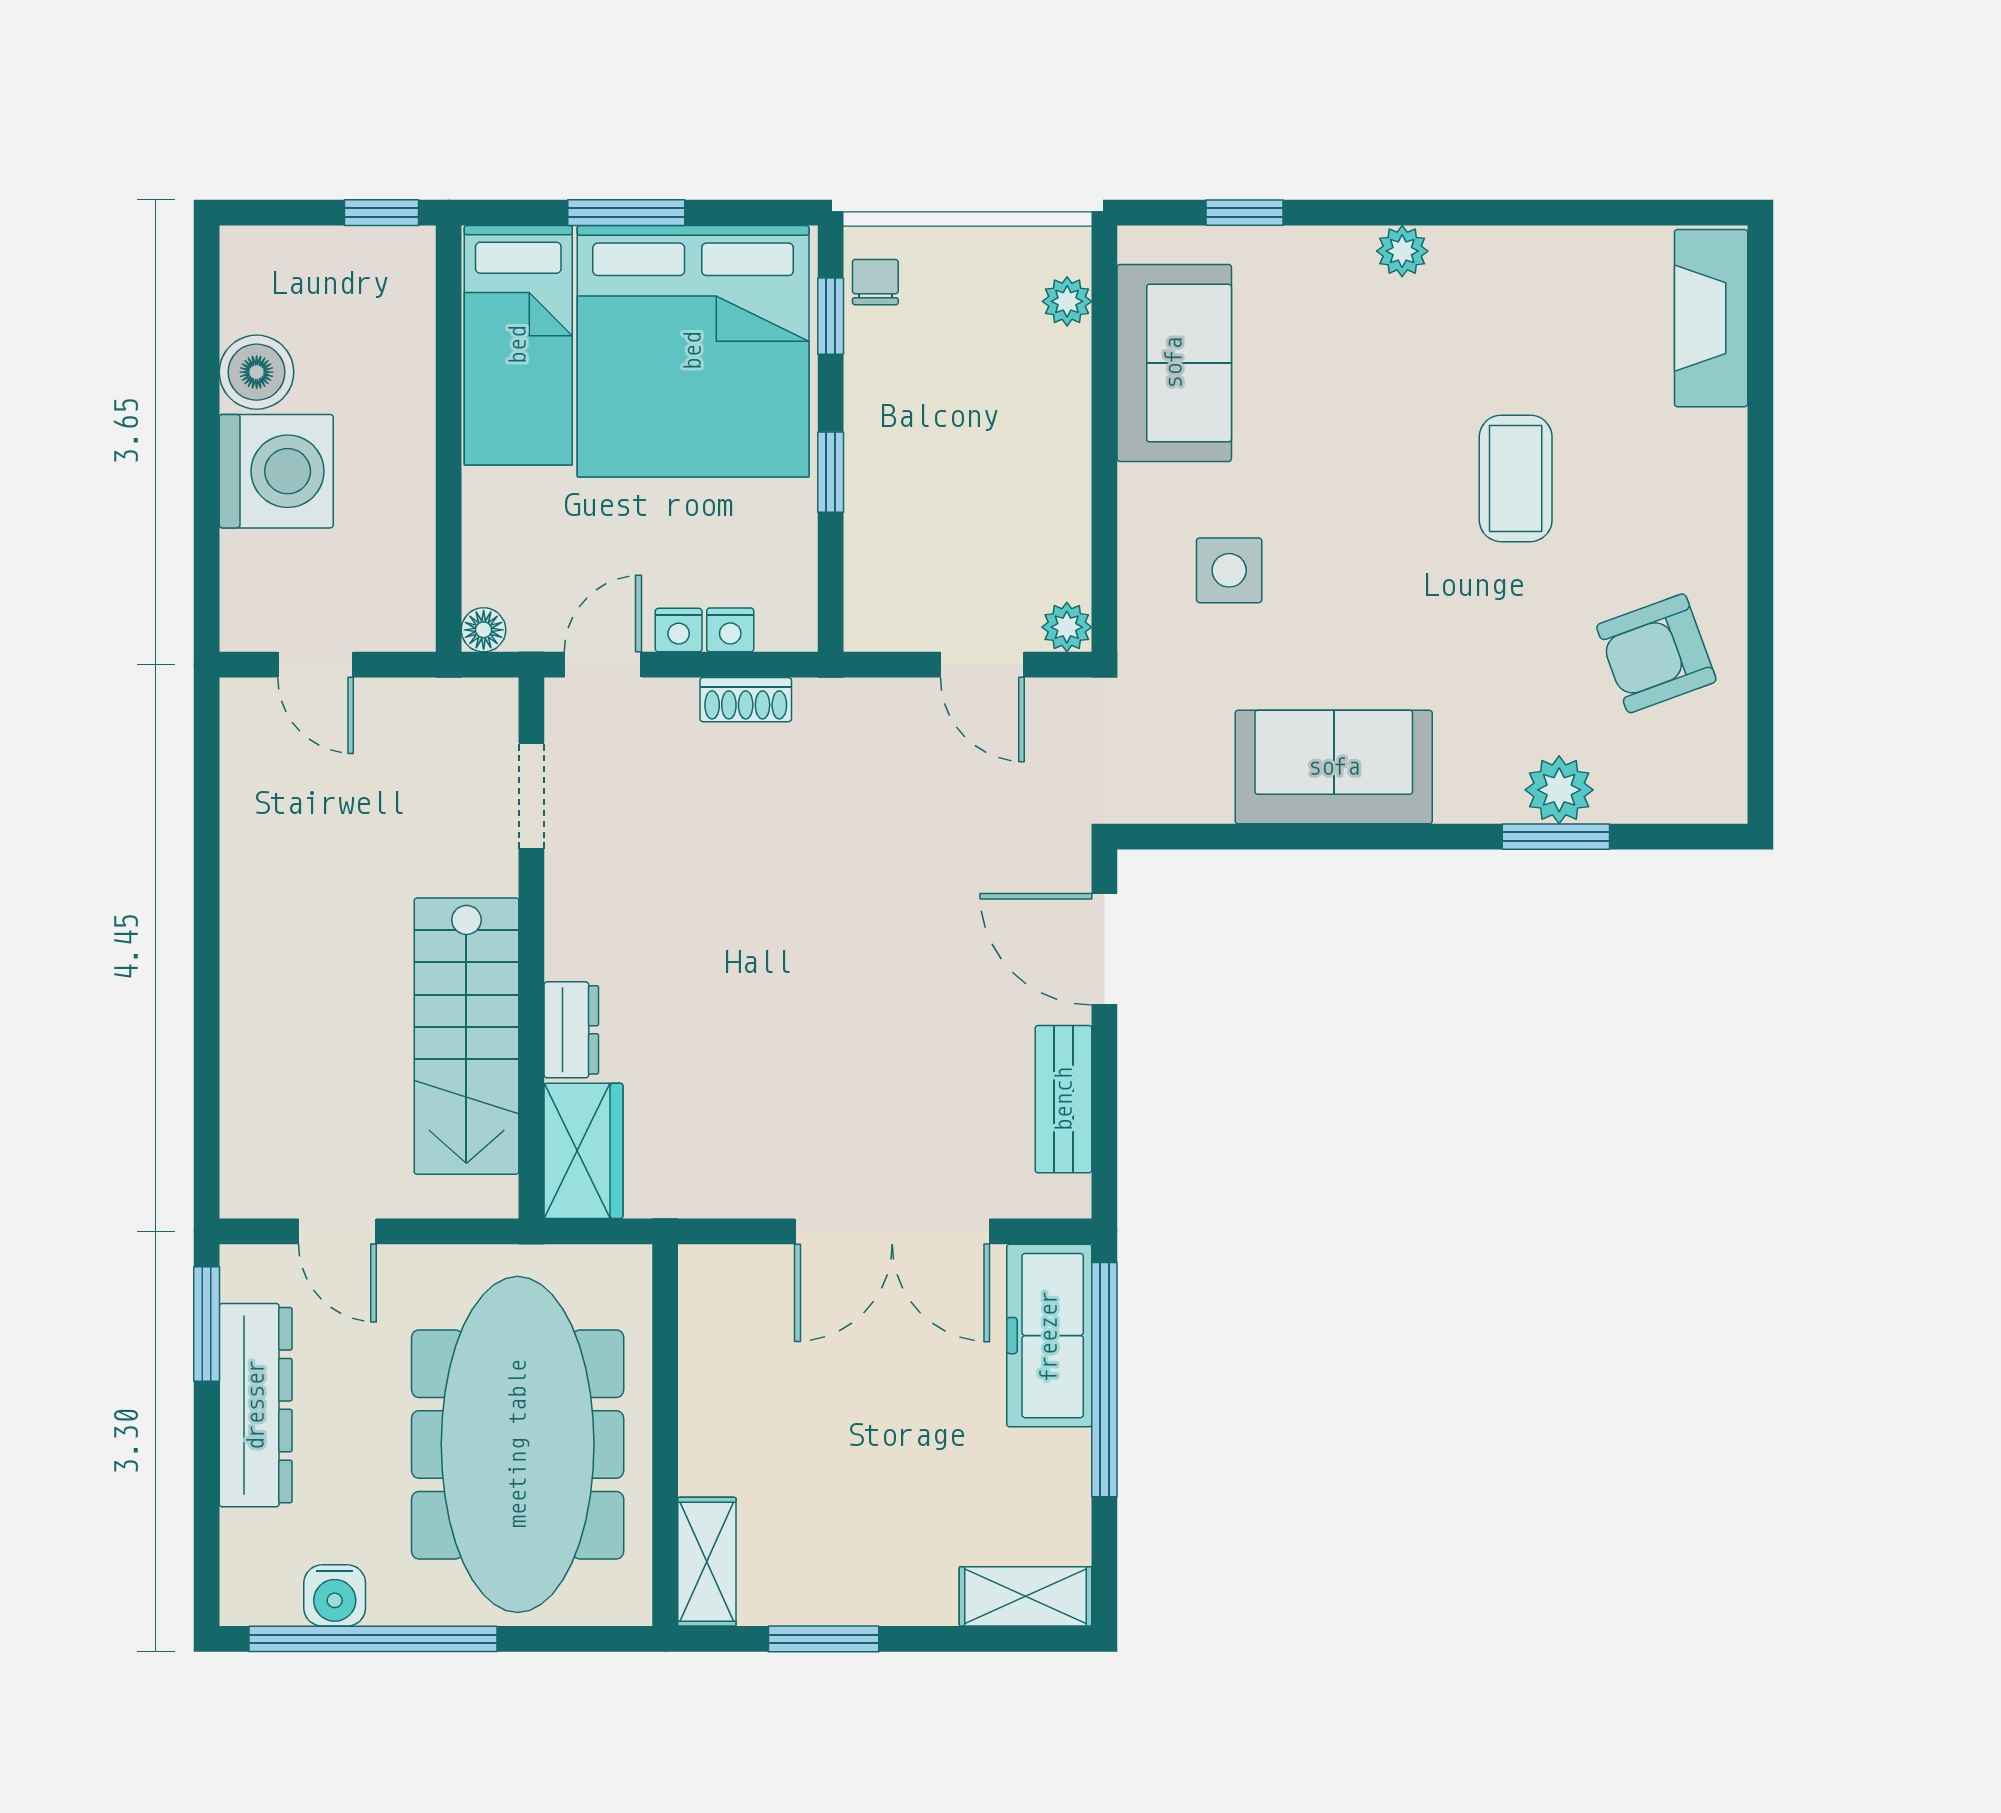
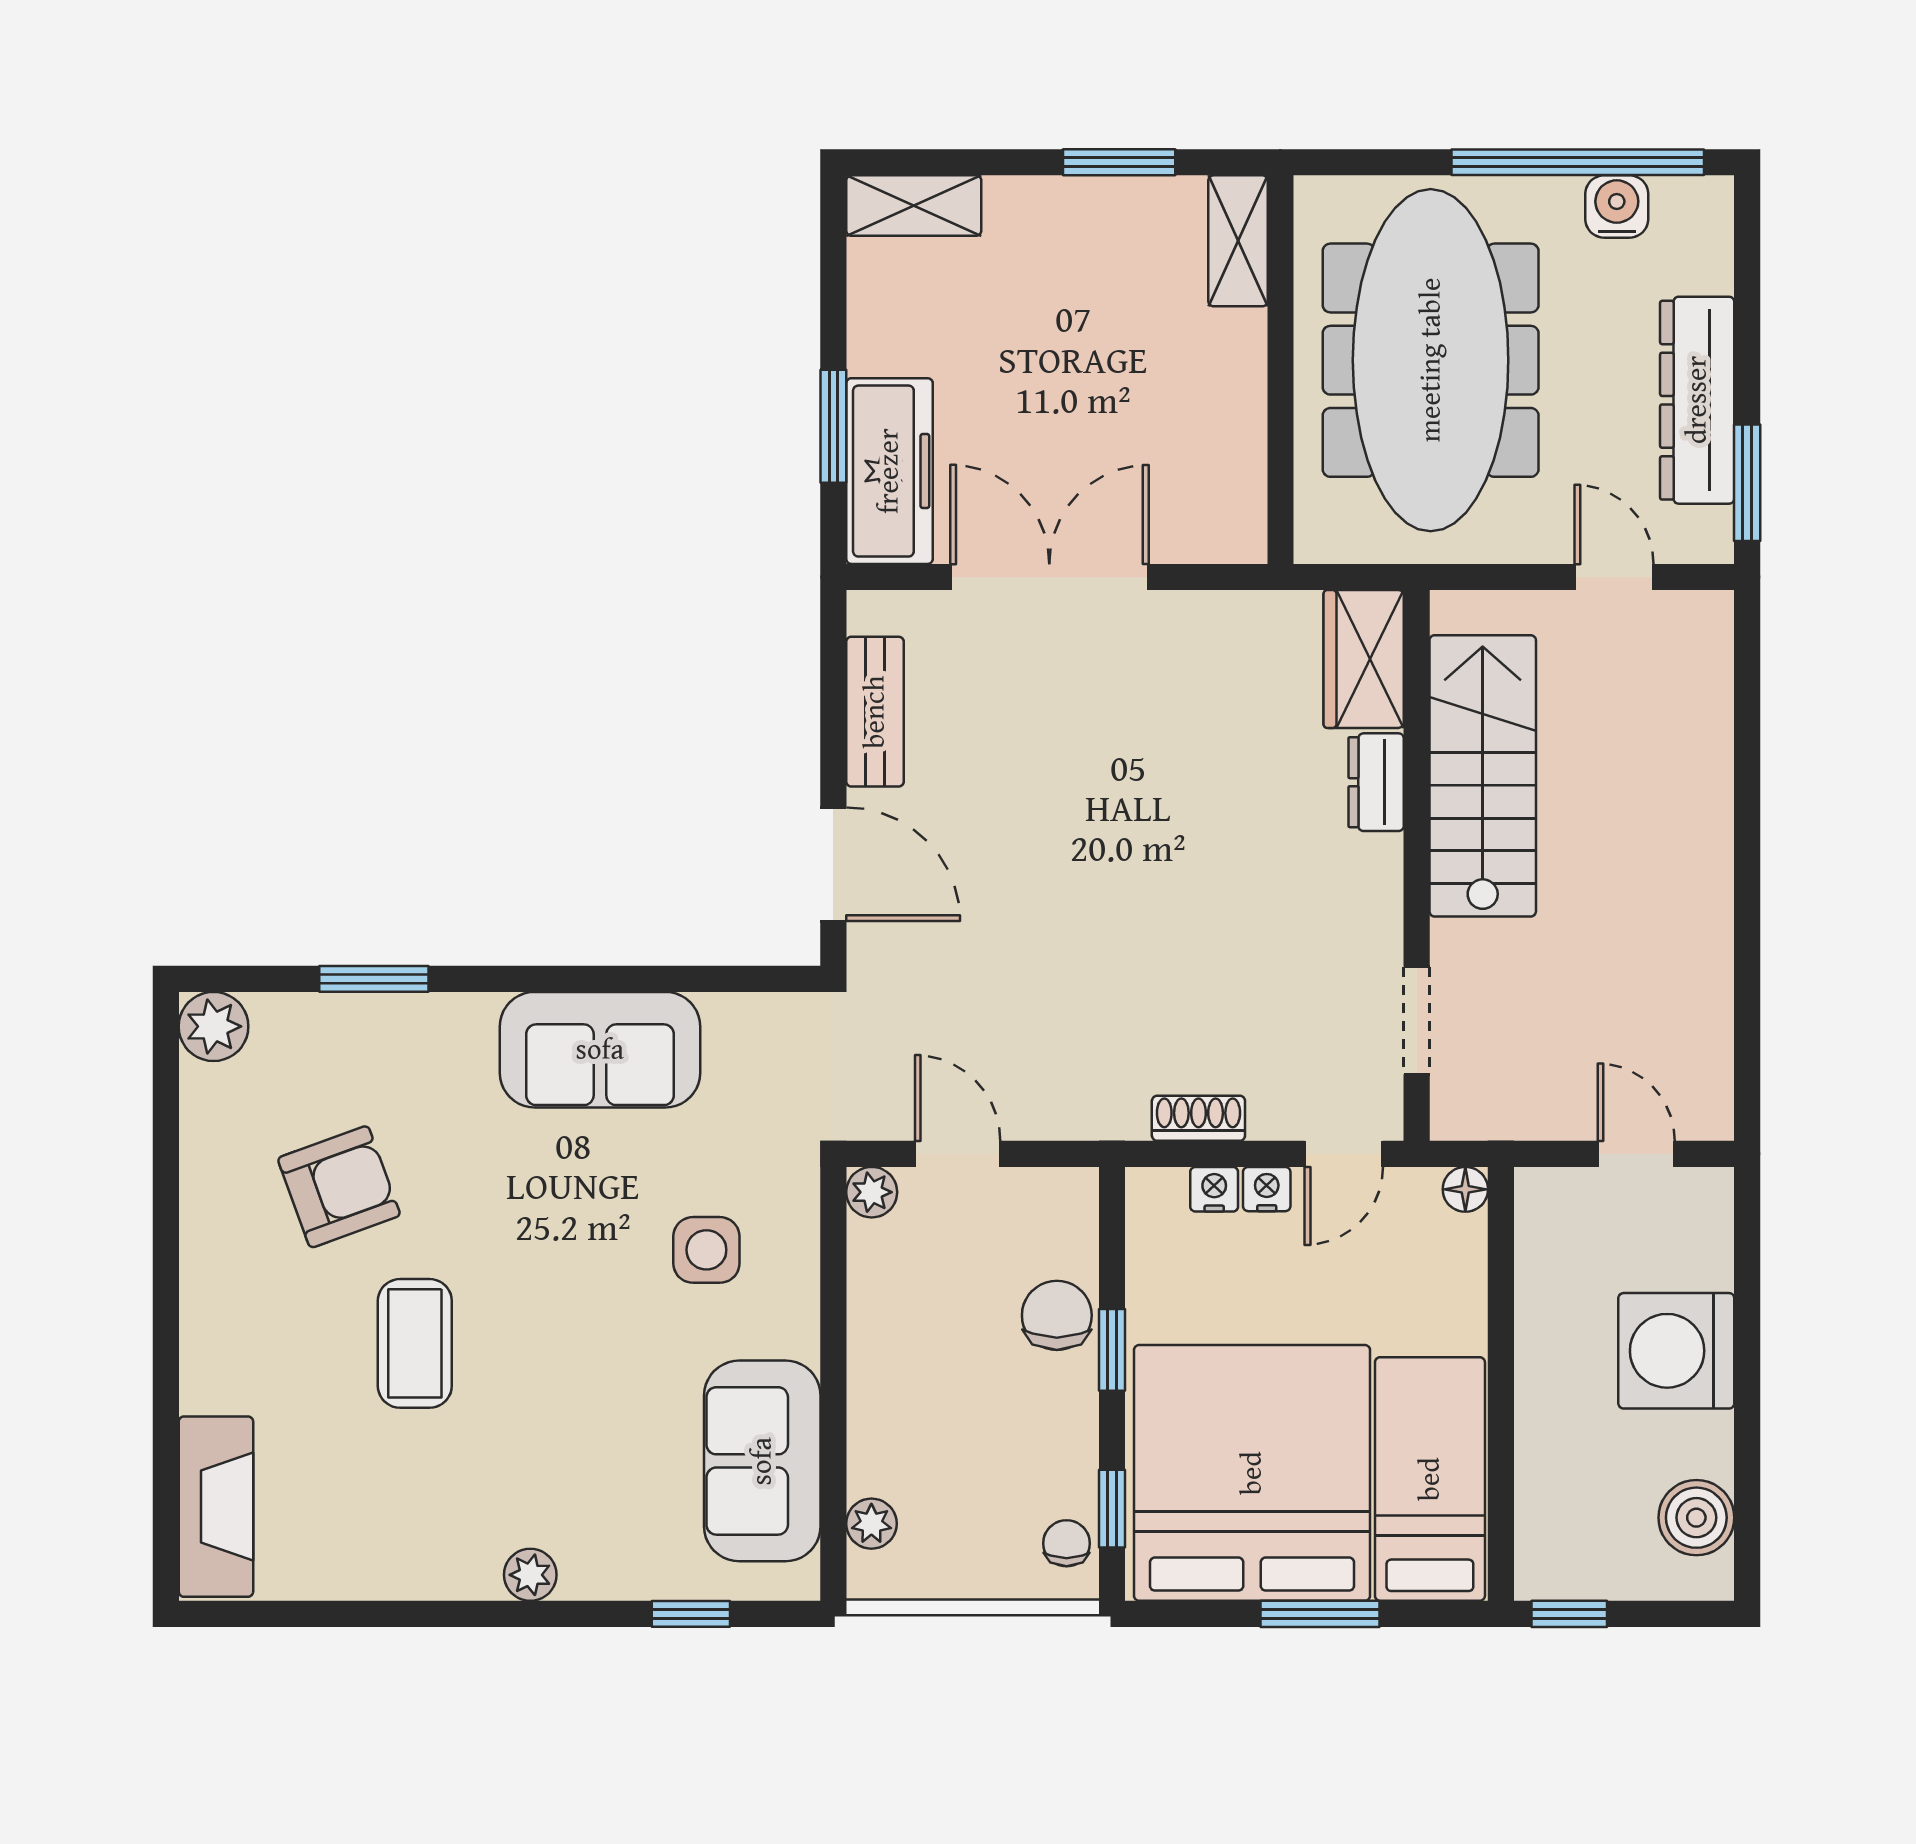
chair: (875, 282) -> (1067, 1543), turned 180
boiler: (257, 372) -> (1696, 1518), moved
chair: (885, 506) -> (1057, 1315), added
armchair: (1656, 653) -> (339, 1187), moved
plant: (1559, 790) -> (213, 1026), moved
window: (1104, 1380) -> (833, 426), width x0.47

